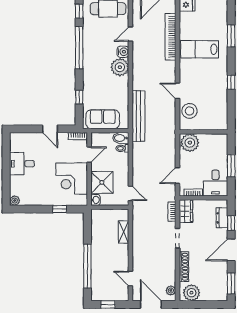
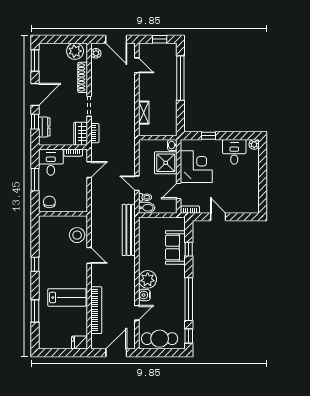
sofa: (103, 119) -> (175, 247), moved, turned 90
plant: (190, 143) -> (77, 203), removed
chair: (217, 144) -> (49, 202), added
desk: (22, 164) -> (234, 152), moved, turned -90
door: (130, 193) -> (137, 183), moved

